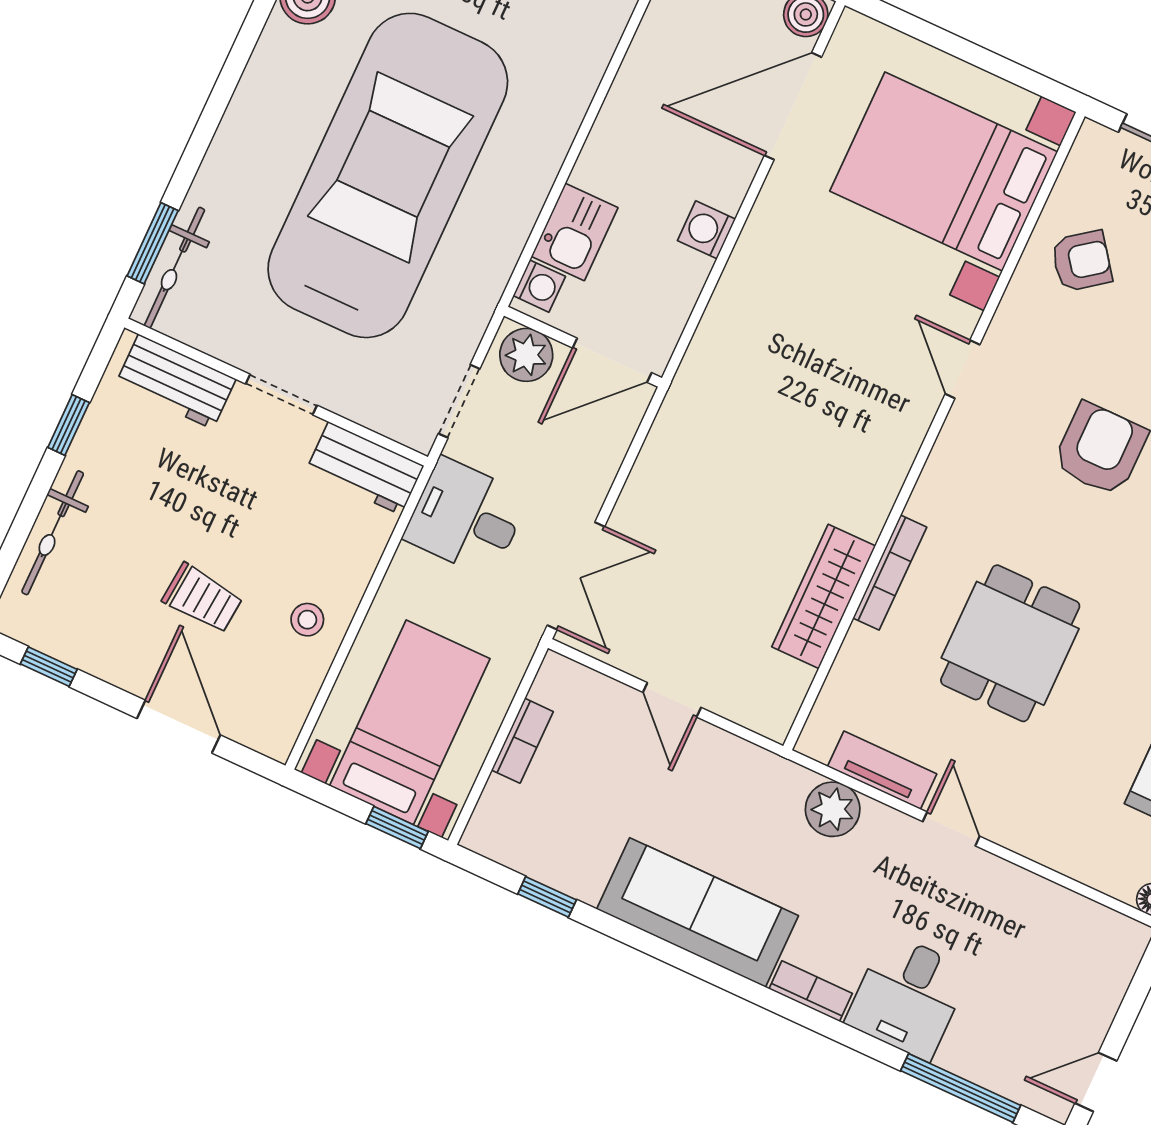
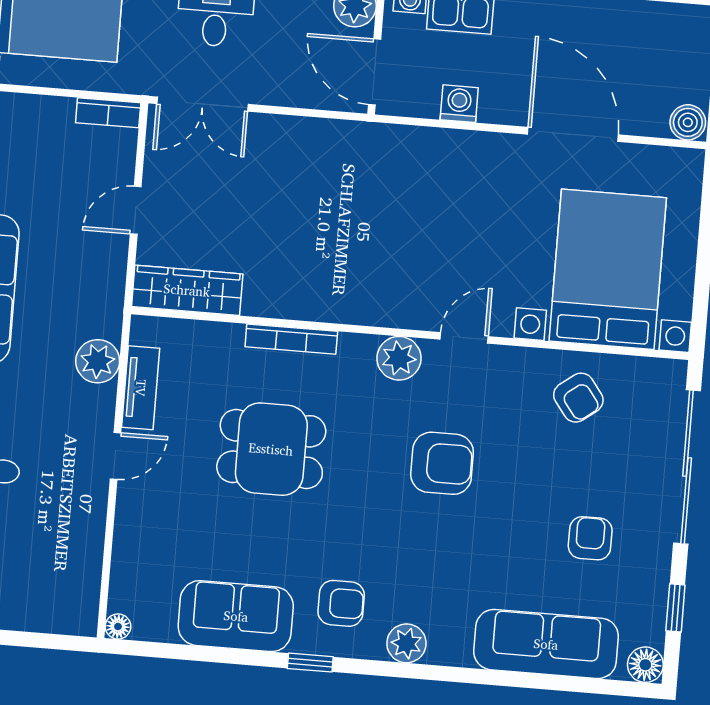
door: (793, 106) -> (573, 134), moved
washing machine: (706, 230) -> (459, 104), moved
plant: (958, 455) -> (399, 358), added
wardrobe: (824, 596) -> (187, 290), moved
bookcase: (522, 741) -> (108, 113), moved

